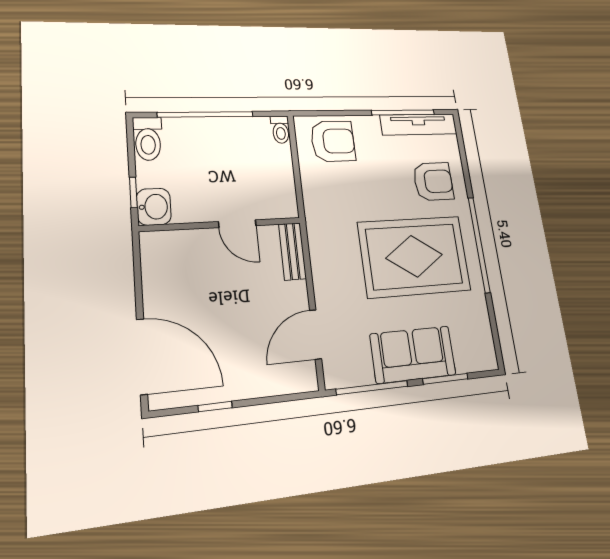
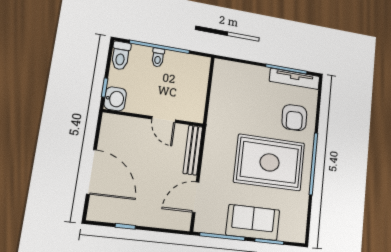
toilet: (280, 130) -> (158, 57), moved
armchair: (333, 141) -> (236, 79), removed
armchair: (433, 181) -> (294, 118), turned 88
bench: (292, 251) -> (193, 150), width x1.36
door: (142, 356) -> (91, 172), moved

